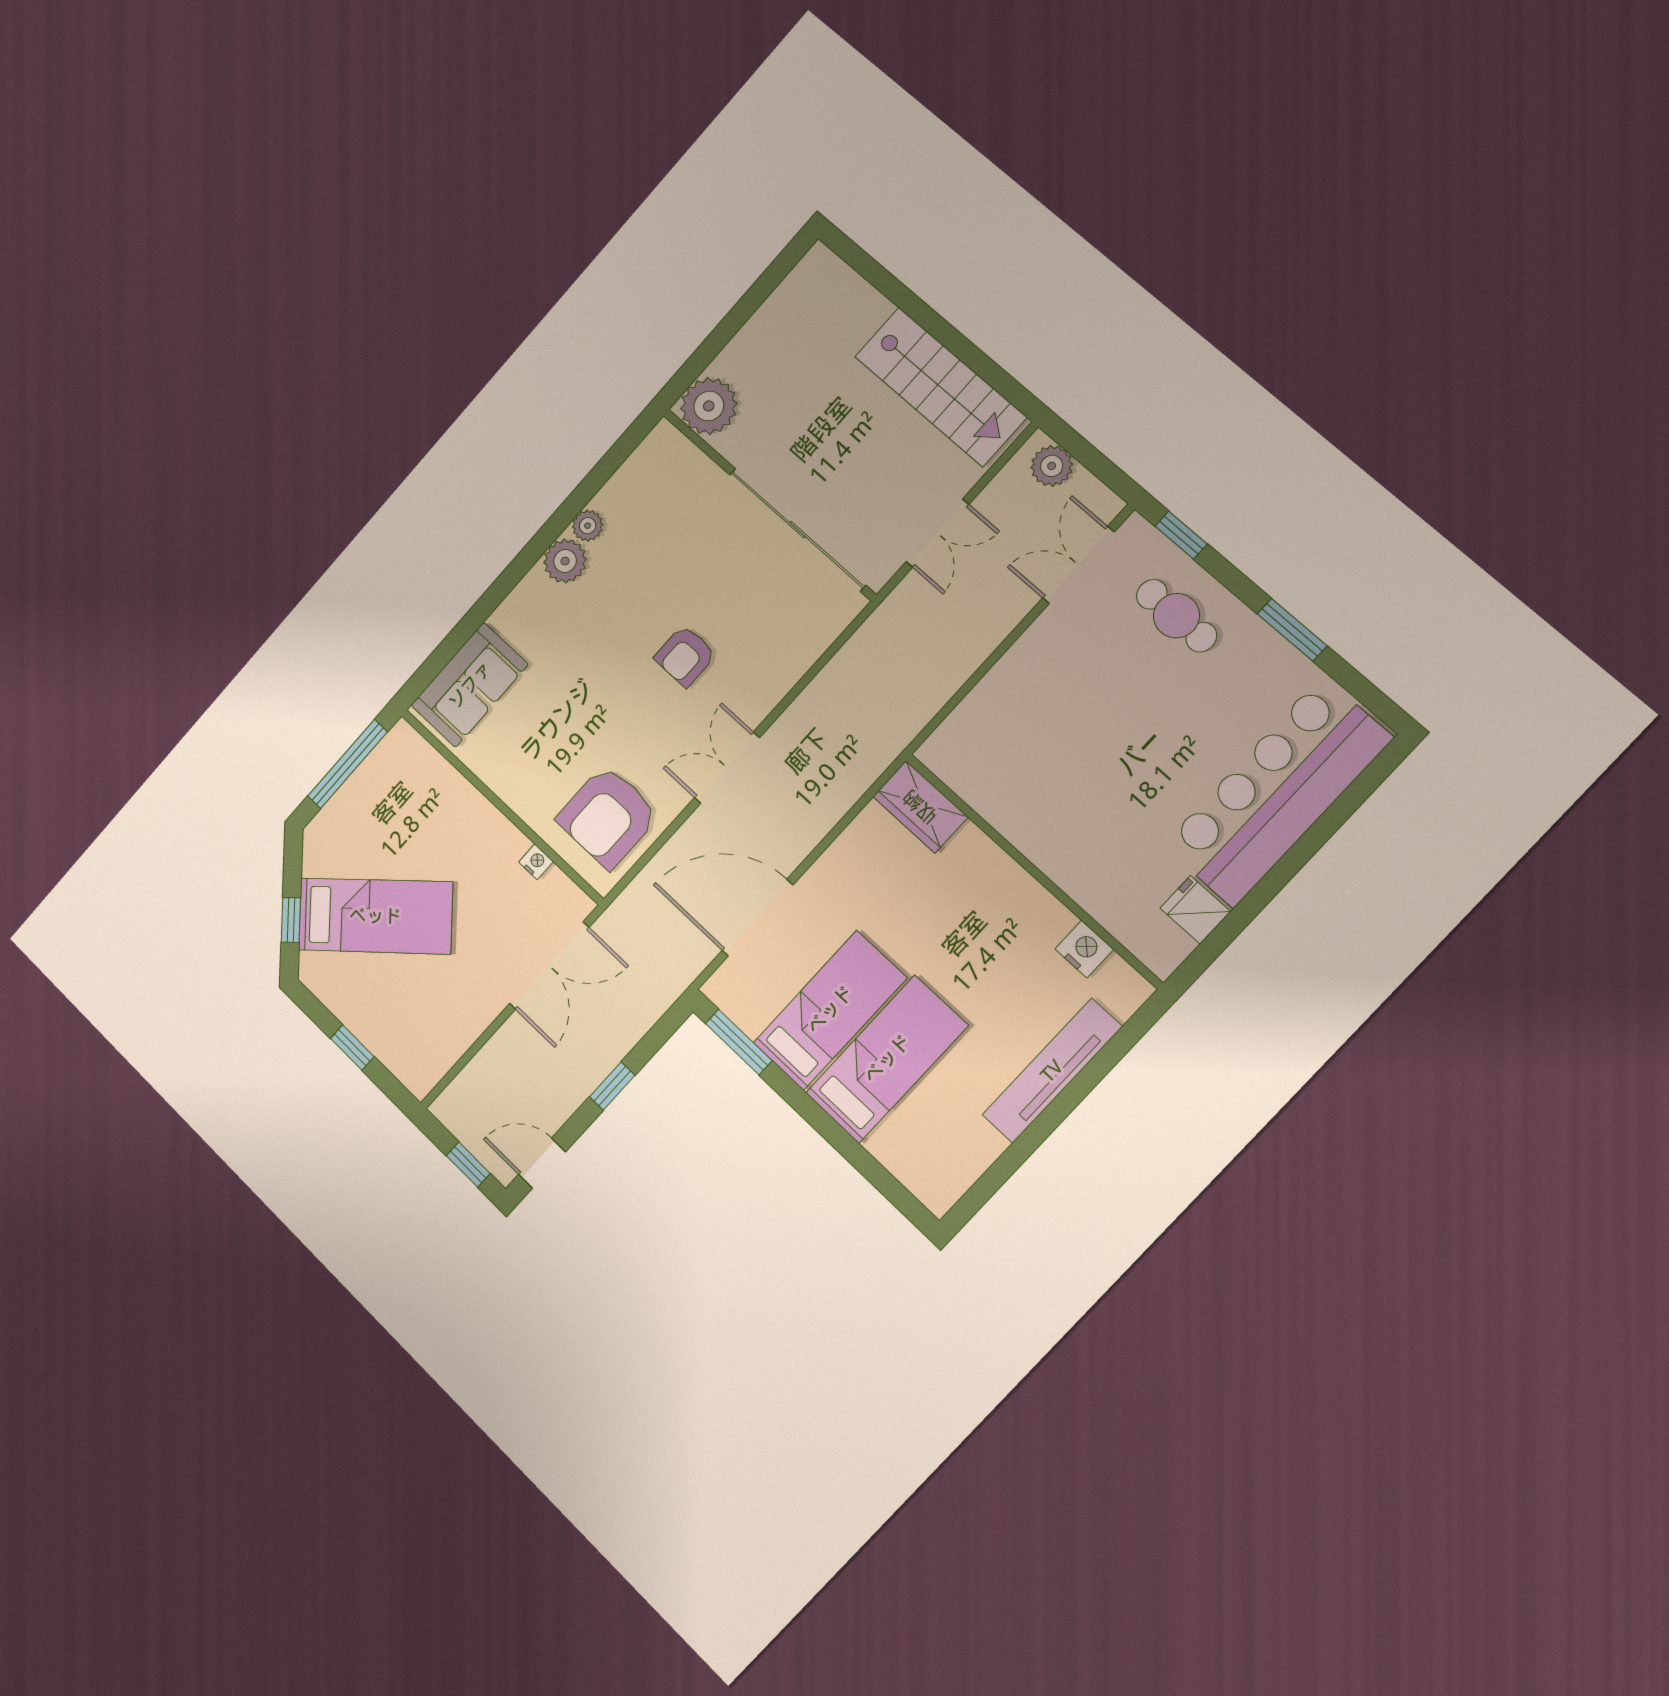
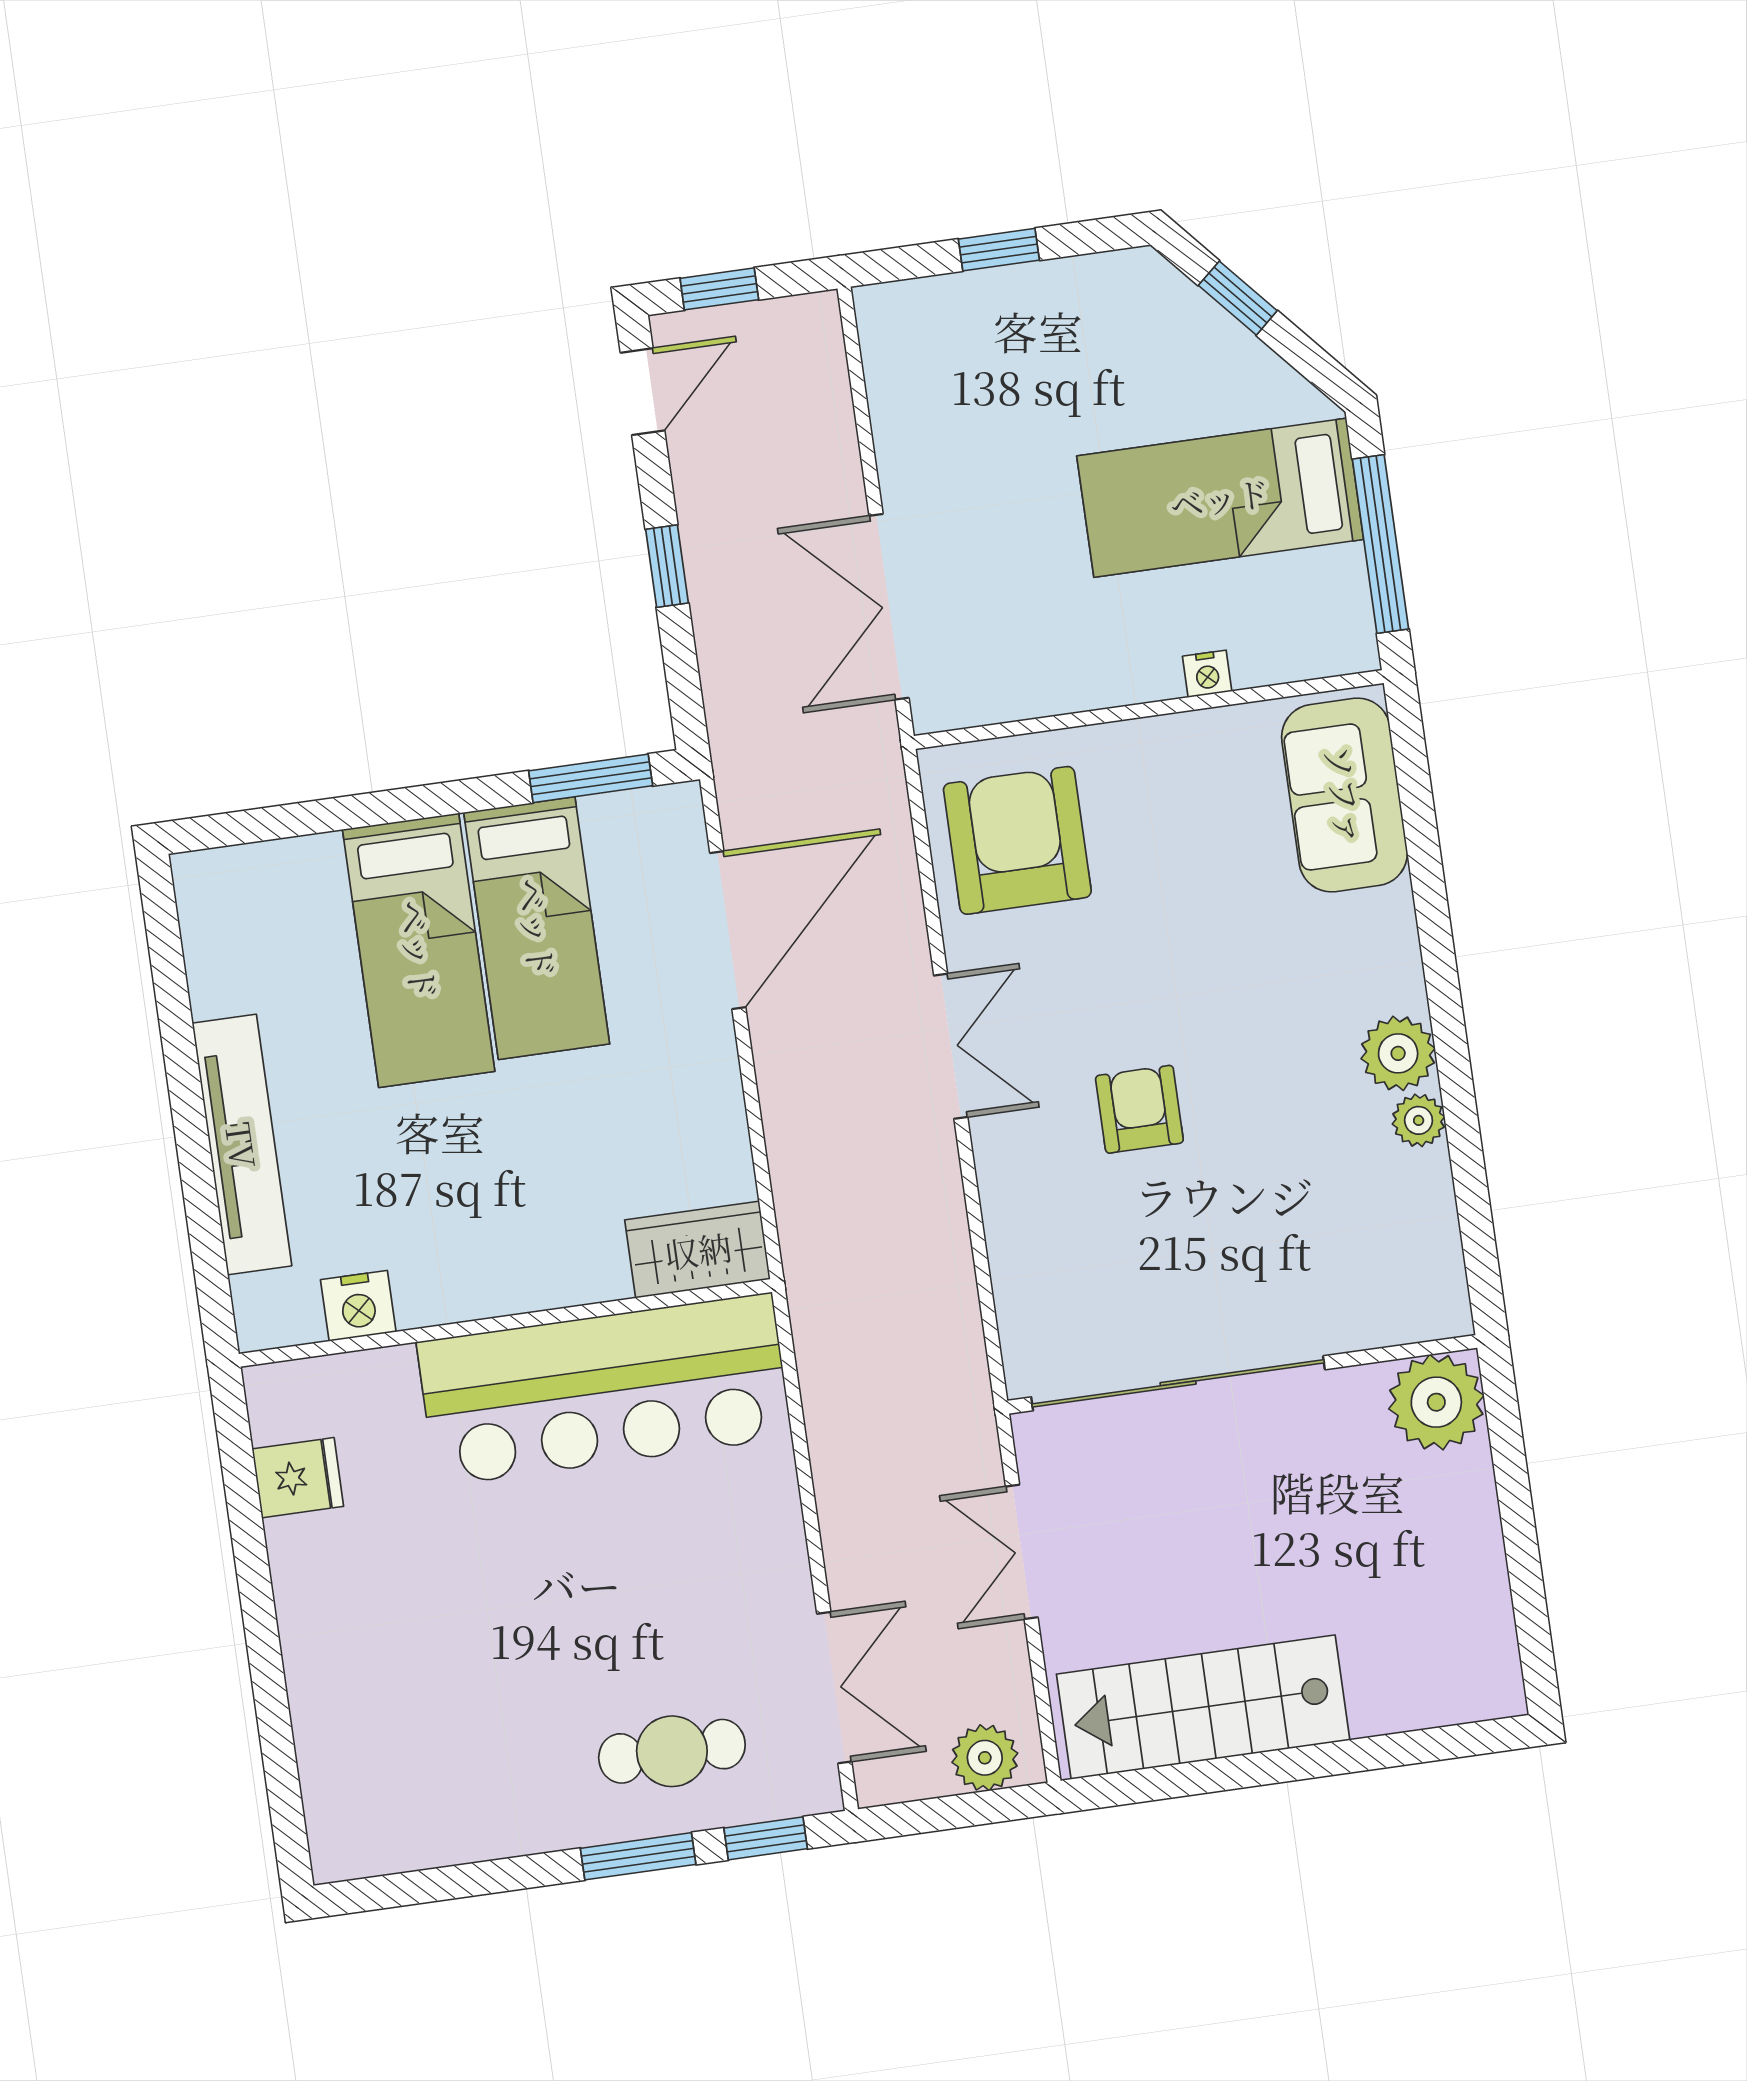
window: (1292, 630) -> (638, 1856), moved
bar counter: (1277, 792) -> (604, 1390), moved, turned 90
nightstand: (536, 862) -> (1207, 674), moved
bed: (375, 916) -> (1220, 498), moved, turned 41

